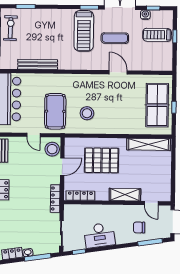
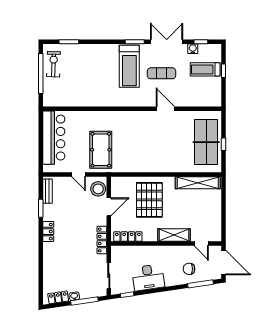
bench: (38, 64) -> (82, 101), removed
stool: (87, 113) -> (134, 151), removed
pallet: (101, 160) -> (149, 200), turned 90

